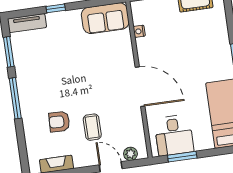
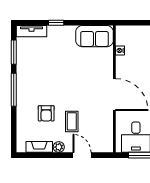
armchair: (59, 122) -> (46, 113), turned -92
plant: (130, 154) -> (59, 147), moved

